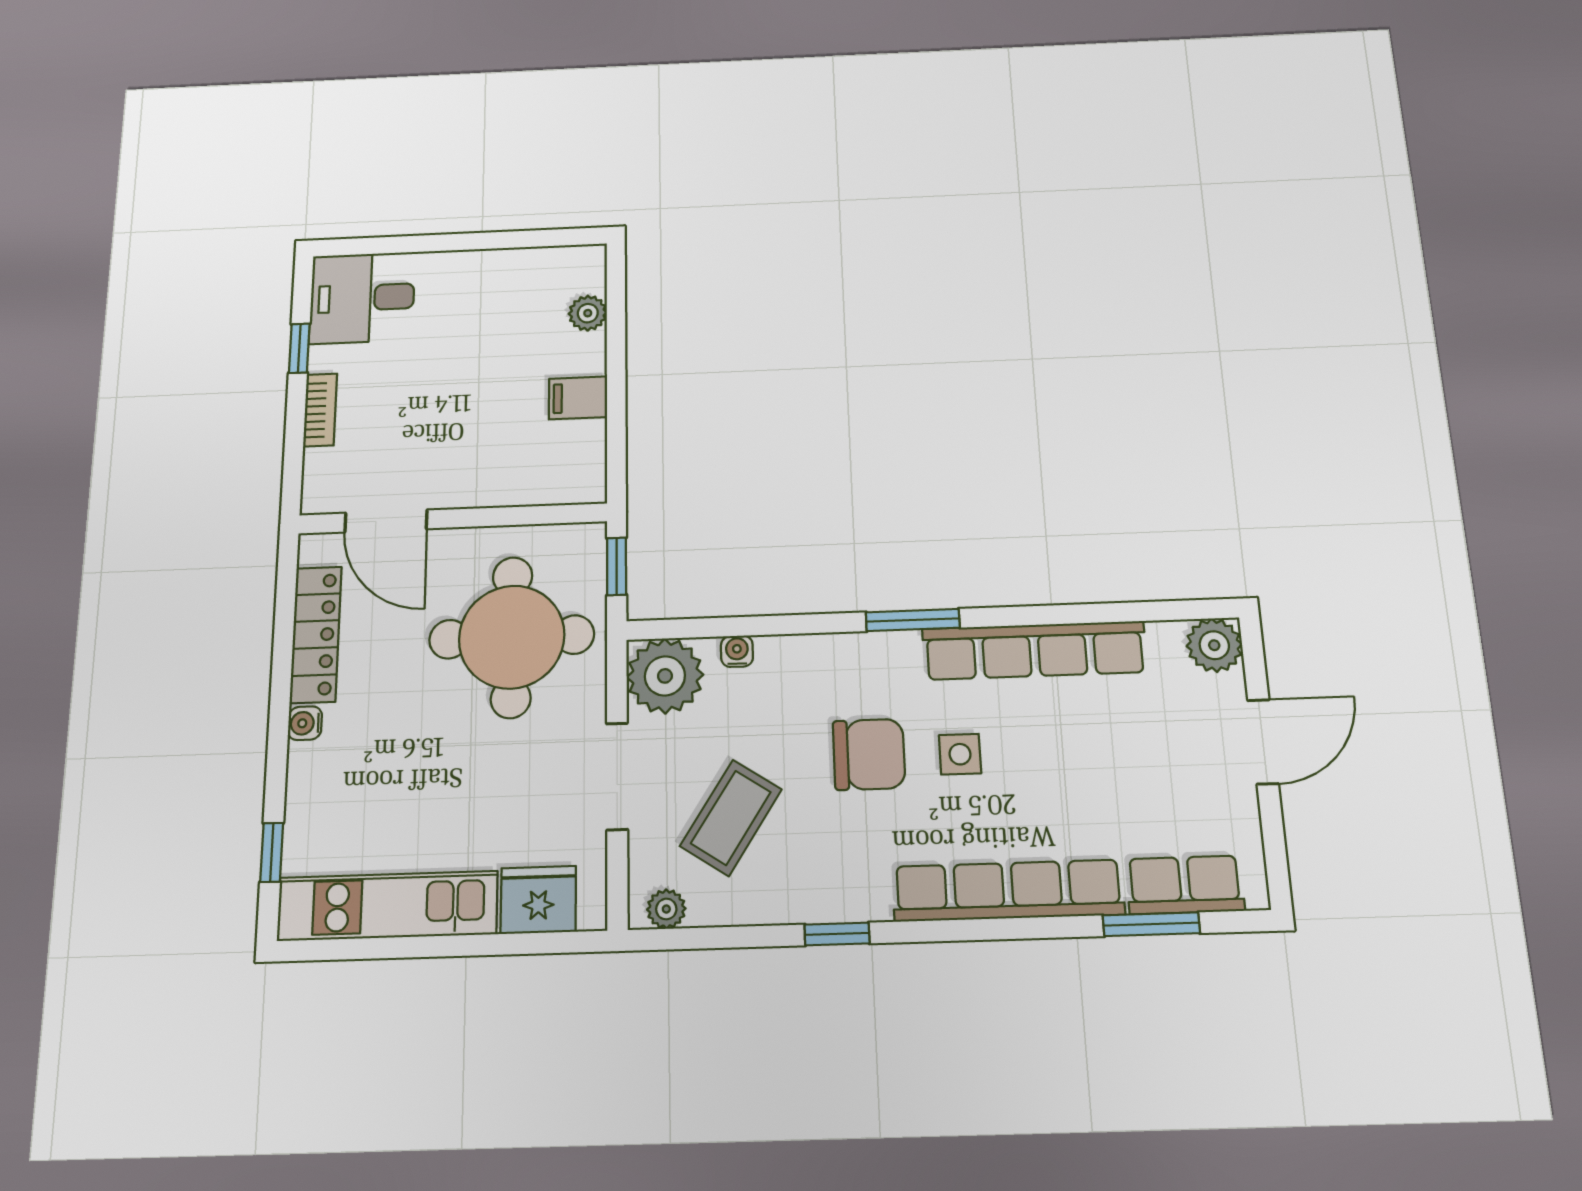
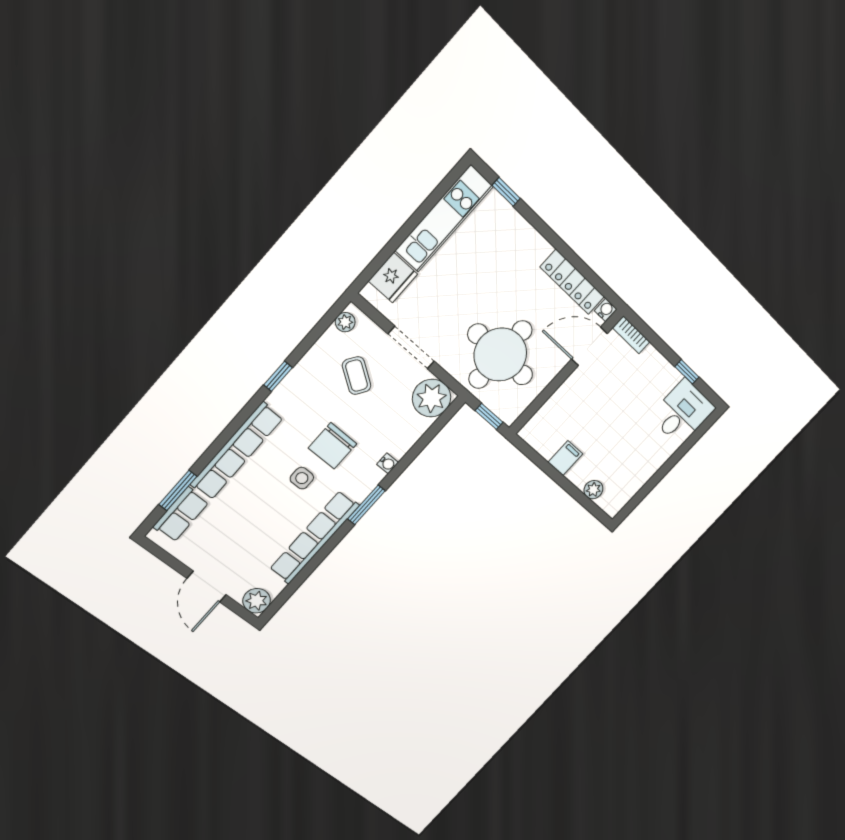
bookcase: (320, 410) -> (631, 335), moved
water cooler: (737, 651) -> (387, 463), moved
water cooler: (305, 723) -> (606, 310), moved
coffee table: (731, 818) -> (357, 376), width x0.73, depth x0.77

